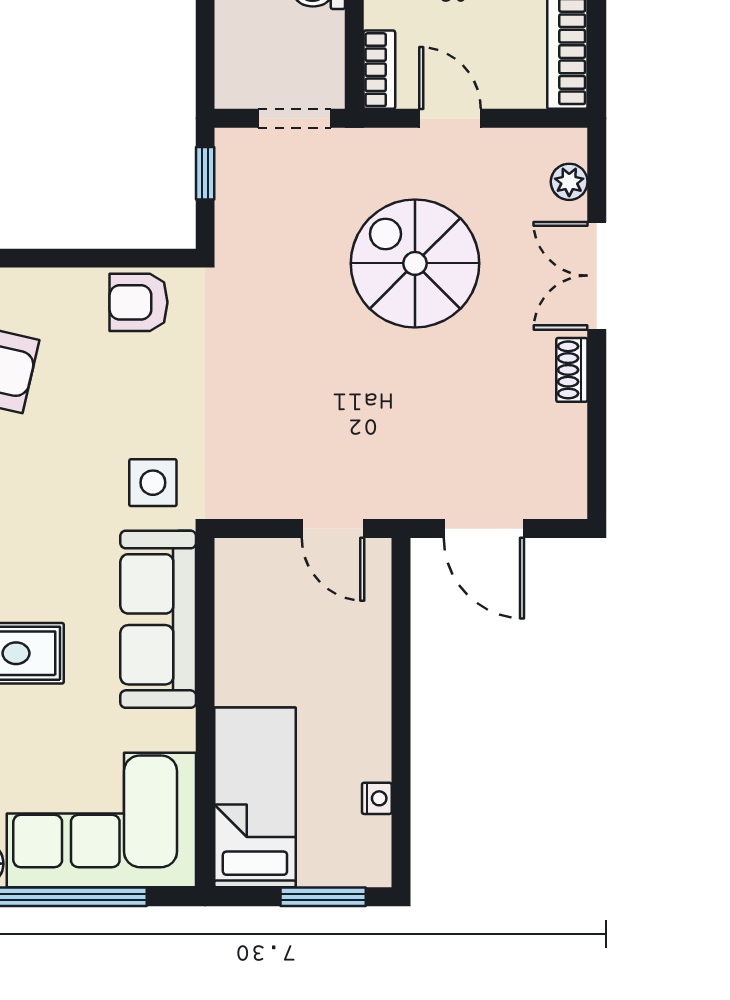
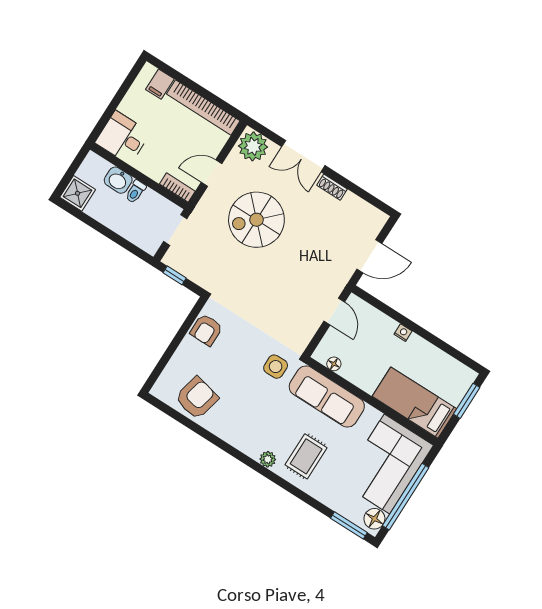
plant: (569, 182) -> (253, 146), width x1.87, depth x1.87
door: (333, 529) -> (334, 311), hinge flipped
floor lamp: (230, 593) -> (334, 364), added
nightstand: (377, 798) -> (403, 333), moved

